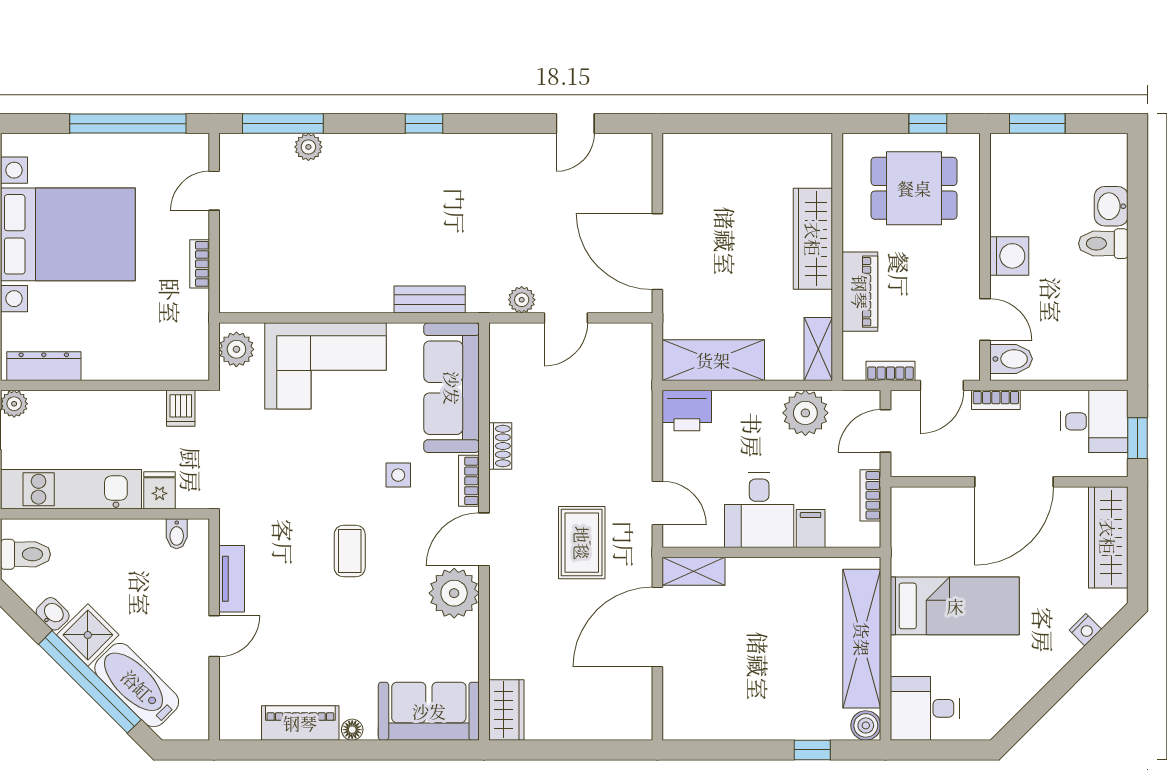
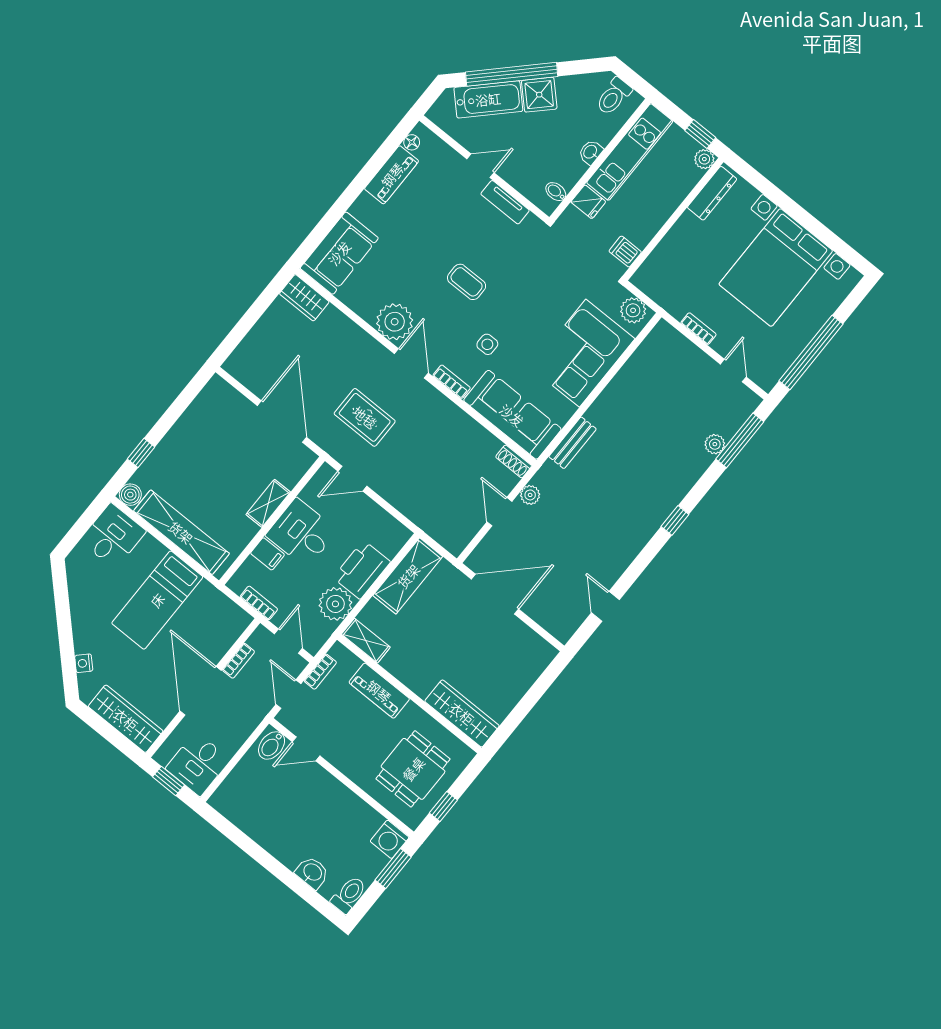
wardrobe: (813, 239) -> (462, 713), moved
toilet: (1103, 244) -> (349, 895), moved
washing machine: (1009, 256) -> (390, 839), moved
bookcase: (996, 400) -> (238, 661), moved, turned 180
printer: (687, 410) -> (362, 570), moved, width x1.37, depth x1.19
shoe rack: (500, 446) -> (514, 461), moved
shelving: (694, 571) -> (268, 503), moved
washbasin: (53, 614) -> (591, 152), moved, turned 135
door: (214, 636) -> (481, 166), swing flipped
floor lamp: (352, 730) -> (412, 142), moved

